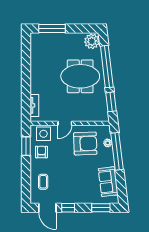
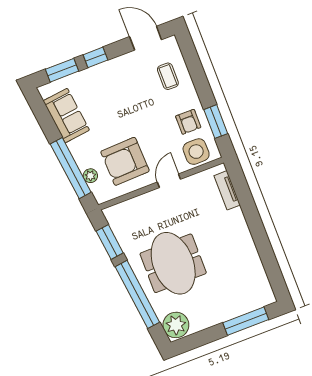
meeting table: (80, 76) -> (173, 263), turned 90
window: (68, 208) -> (95, 57), moved

